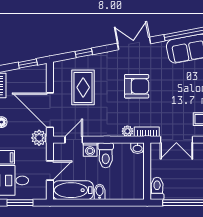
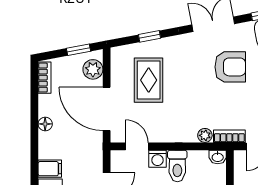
armchair: (137, 86) -> (230, 67), moved
plant: (39, 138) -> (93, 69), moved
door: (74, 140) -> (137, 146), hinge flipped

